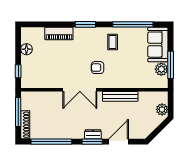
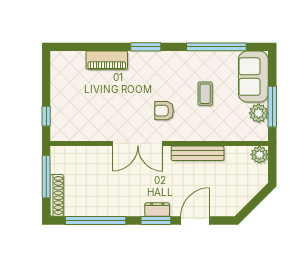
coffee table: (113, 42) -> (205, 94), moved
floor lamp: (26, 49) -> (59, 83), removed
plant: (162, 109) -> (259, 155), moved

